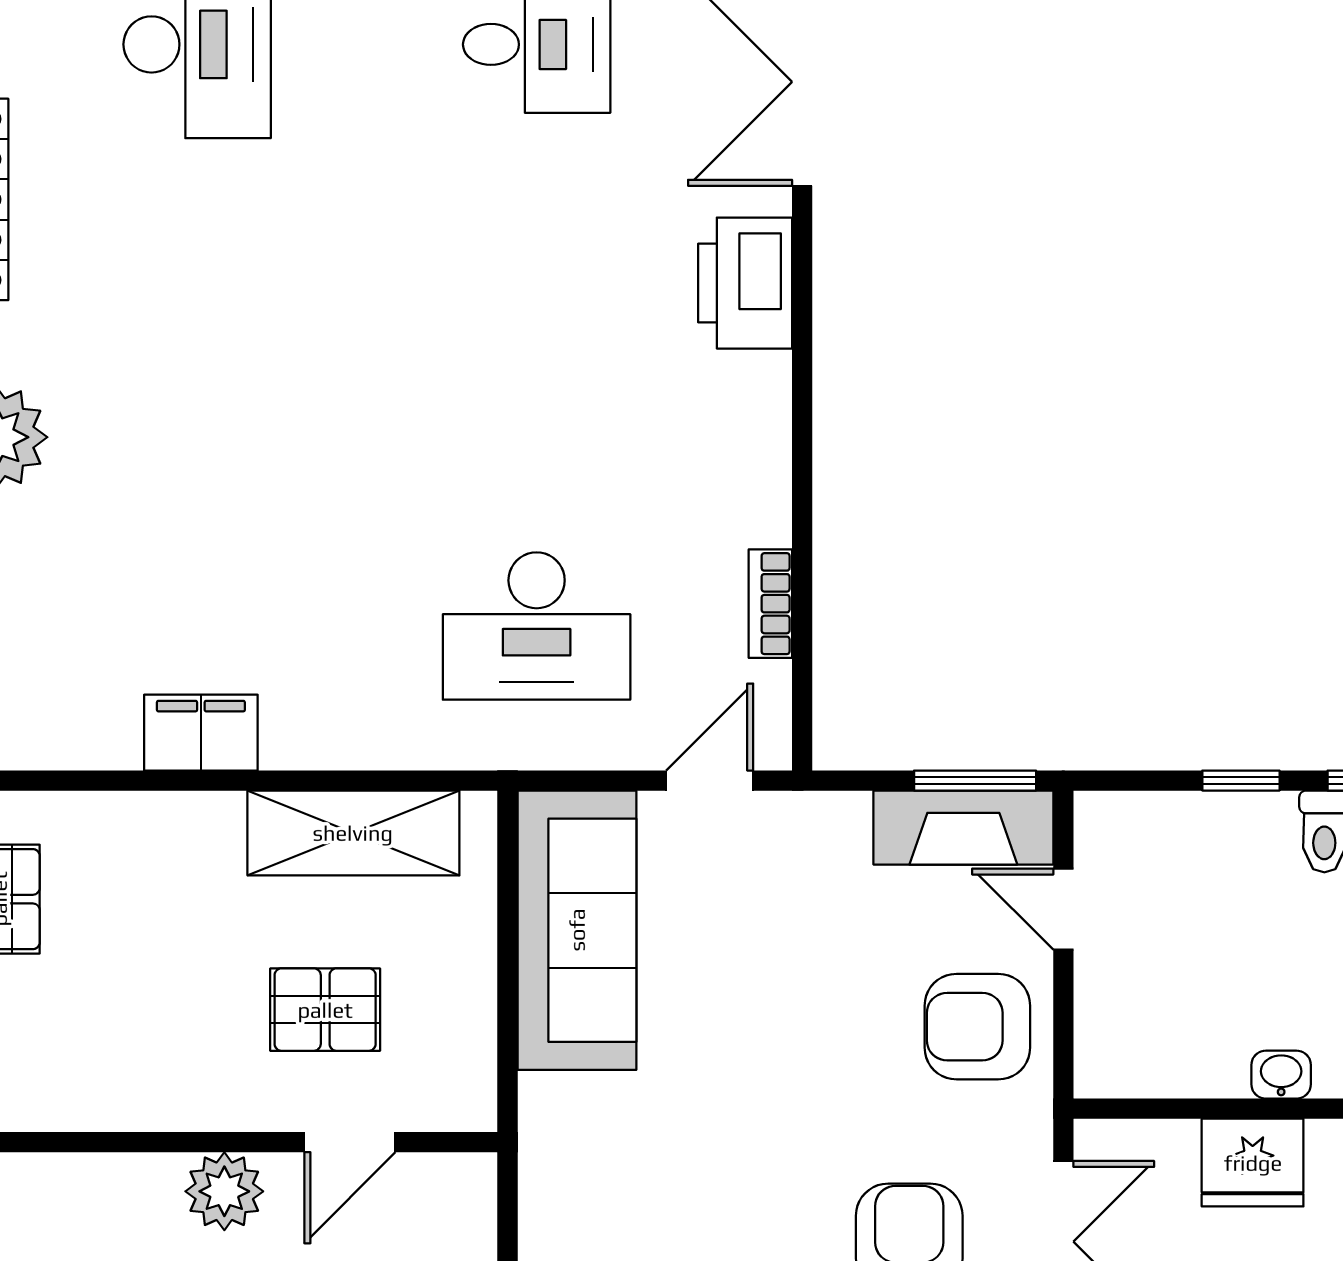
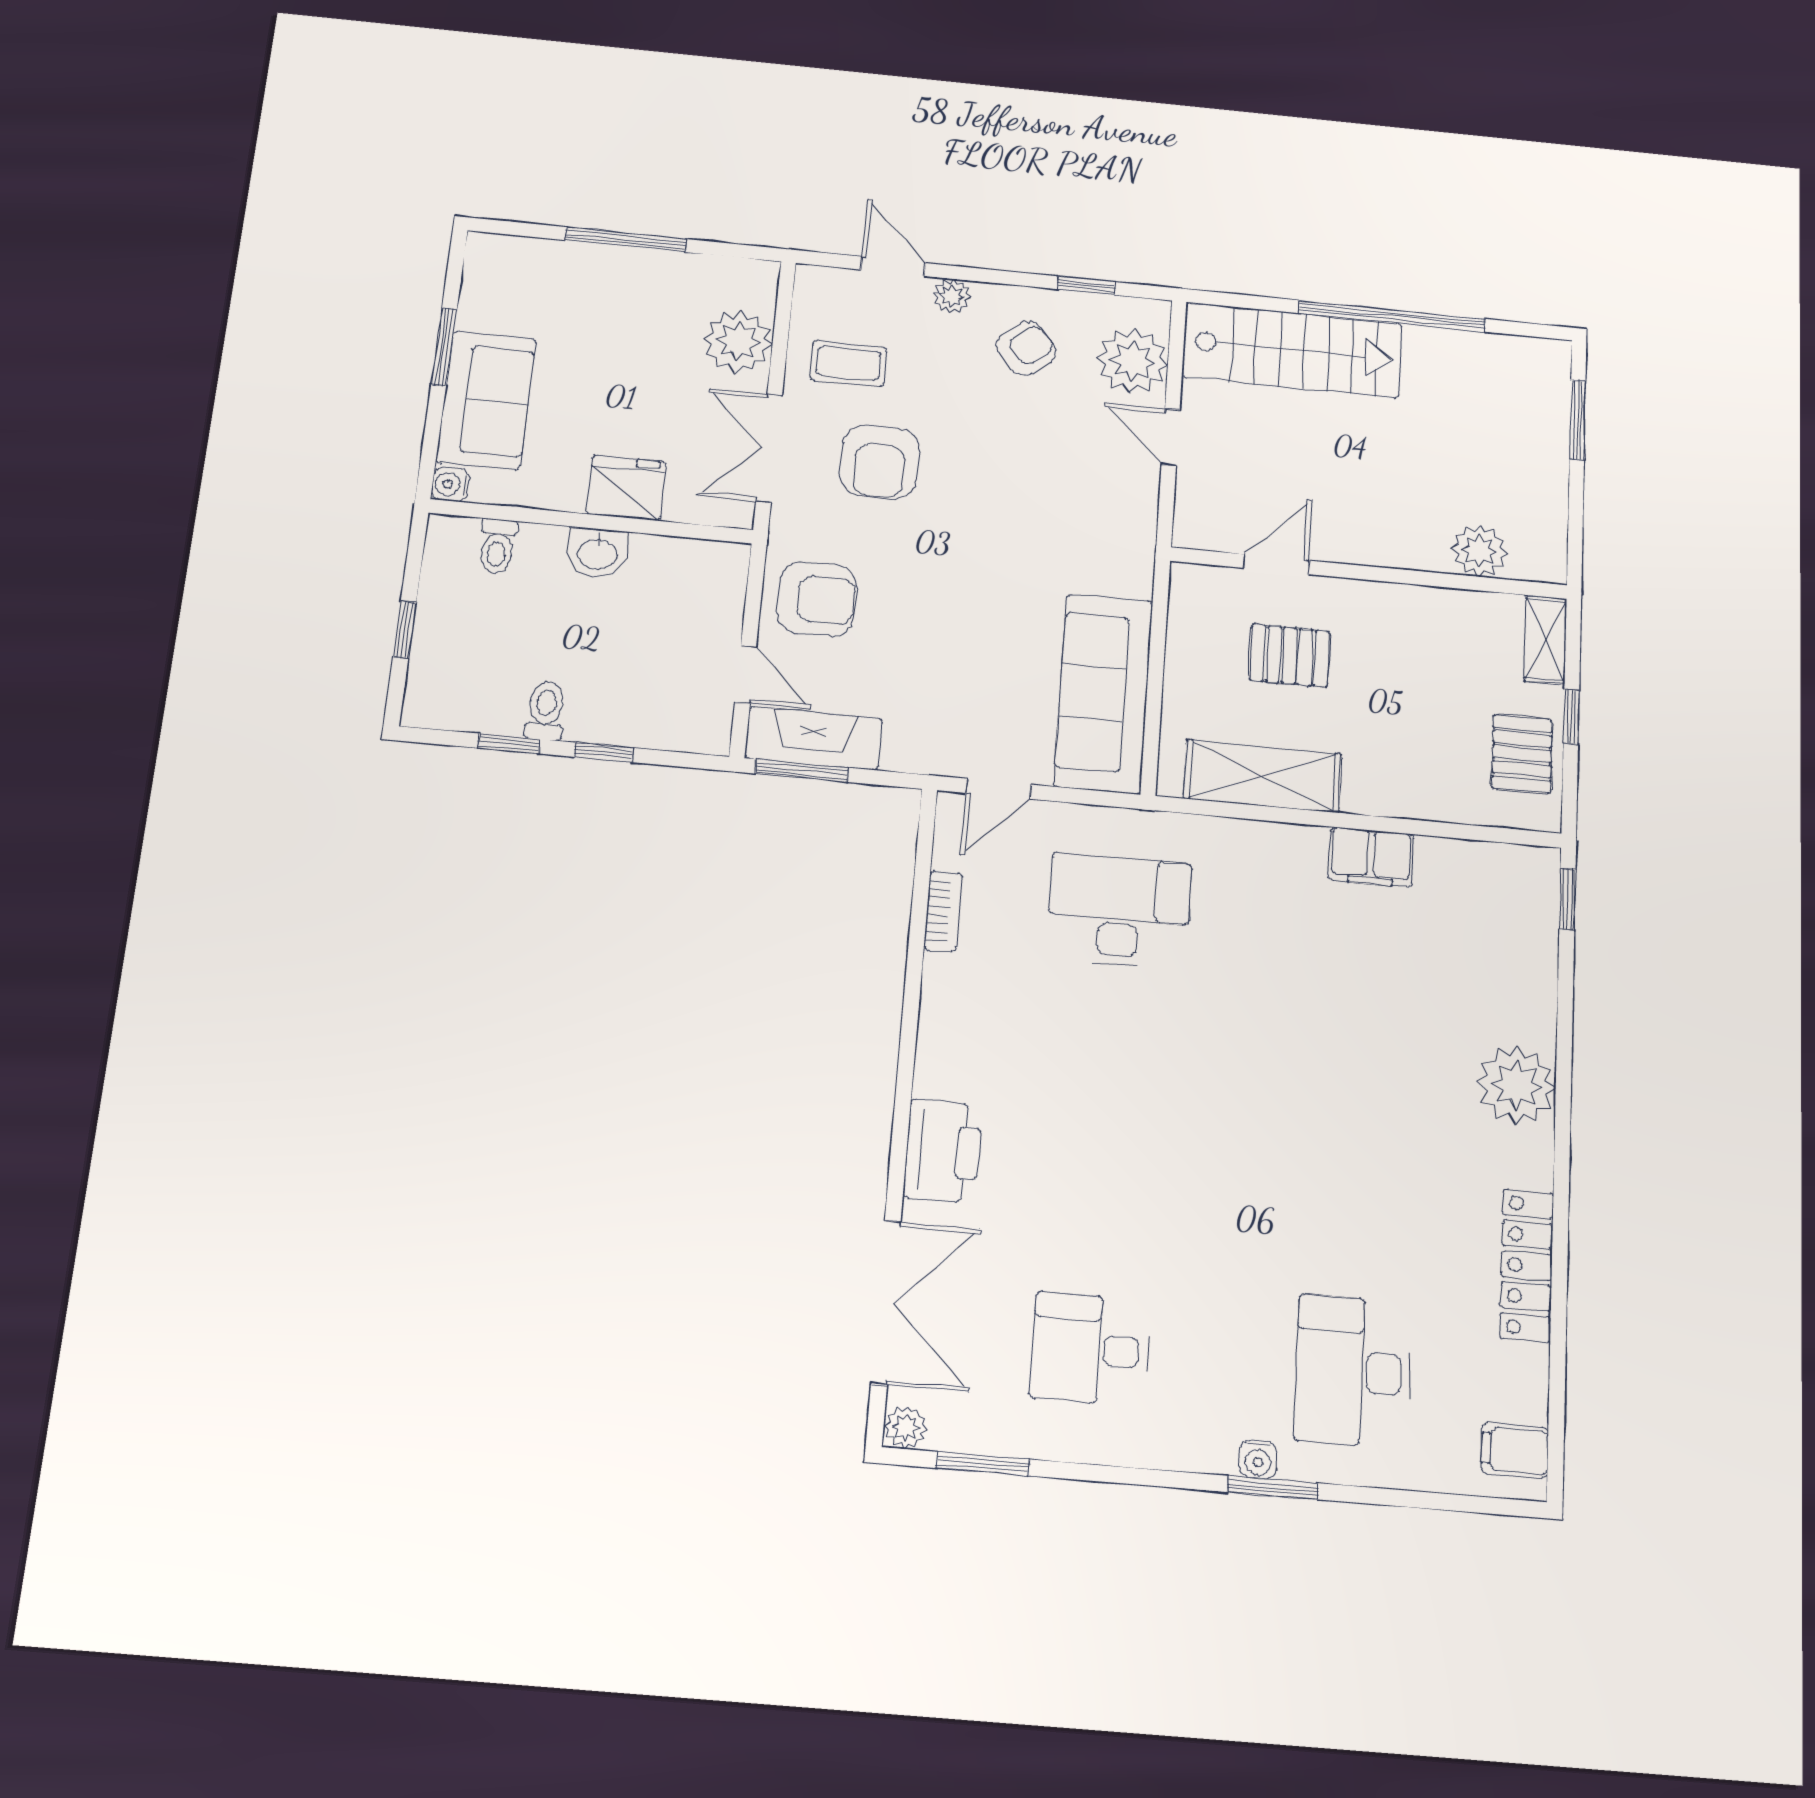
washbasin: (1281, 1075) -> (597, 553), width x1.38, depth x1.45
plant: (224, 1191) -> (1479, 551), moved

